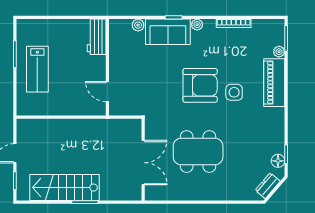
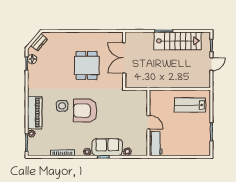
lab bench: (37, 69) -> (190, 105), moved, turned -90
door: (107, 92) -> (148, 122), moved
dining table: (198, 152) -> (87, 65), width x0.73

